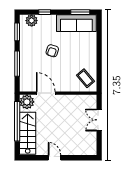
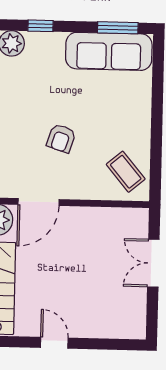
armchair: (52, 51) -> (61, 138), moved
door: (46, 93) -> (39, 202), swing flipped

